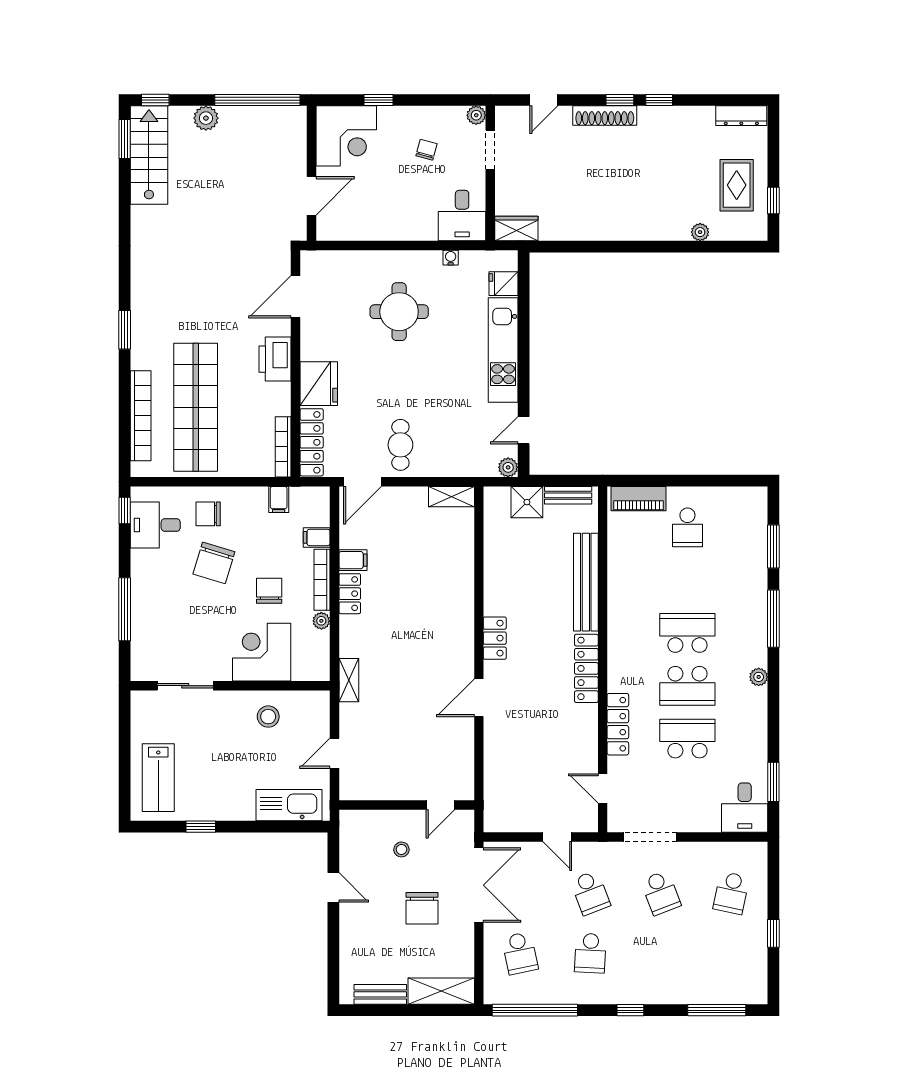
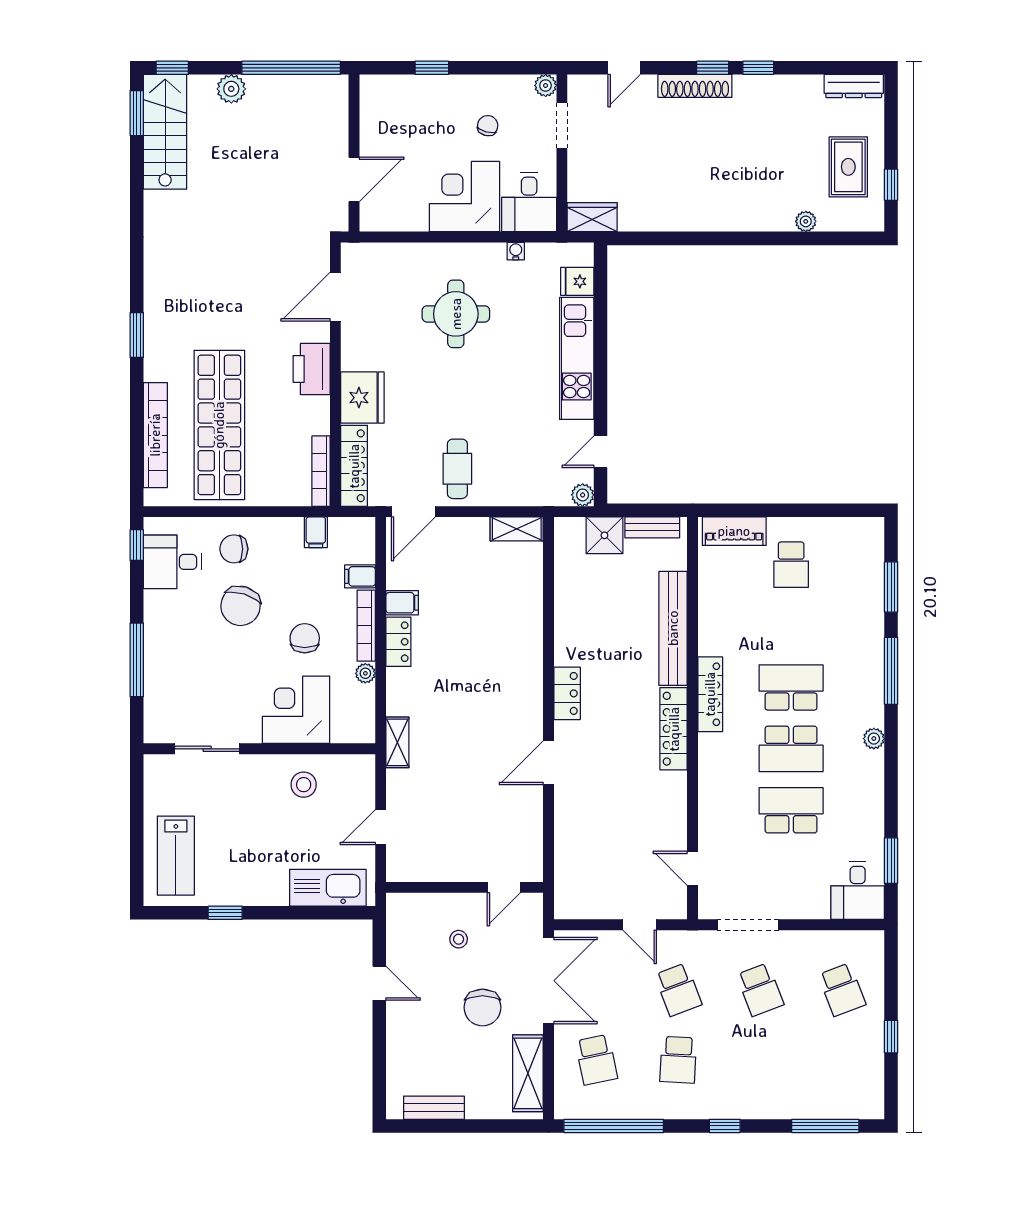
corner desk: (346, 136) -> (464, 197), moved, turned 180
locker: (618, 724) -> (710, 694), moved
school desk: (731, 893) -> (842, 990), turned -33
shelving: (441, 991) -> (528, 1073), moved, turned 90

